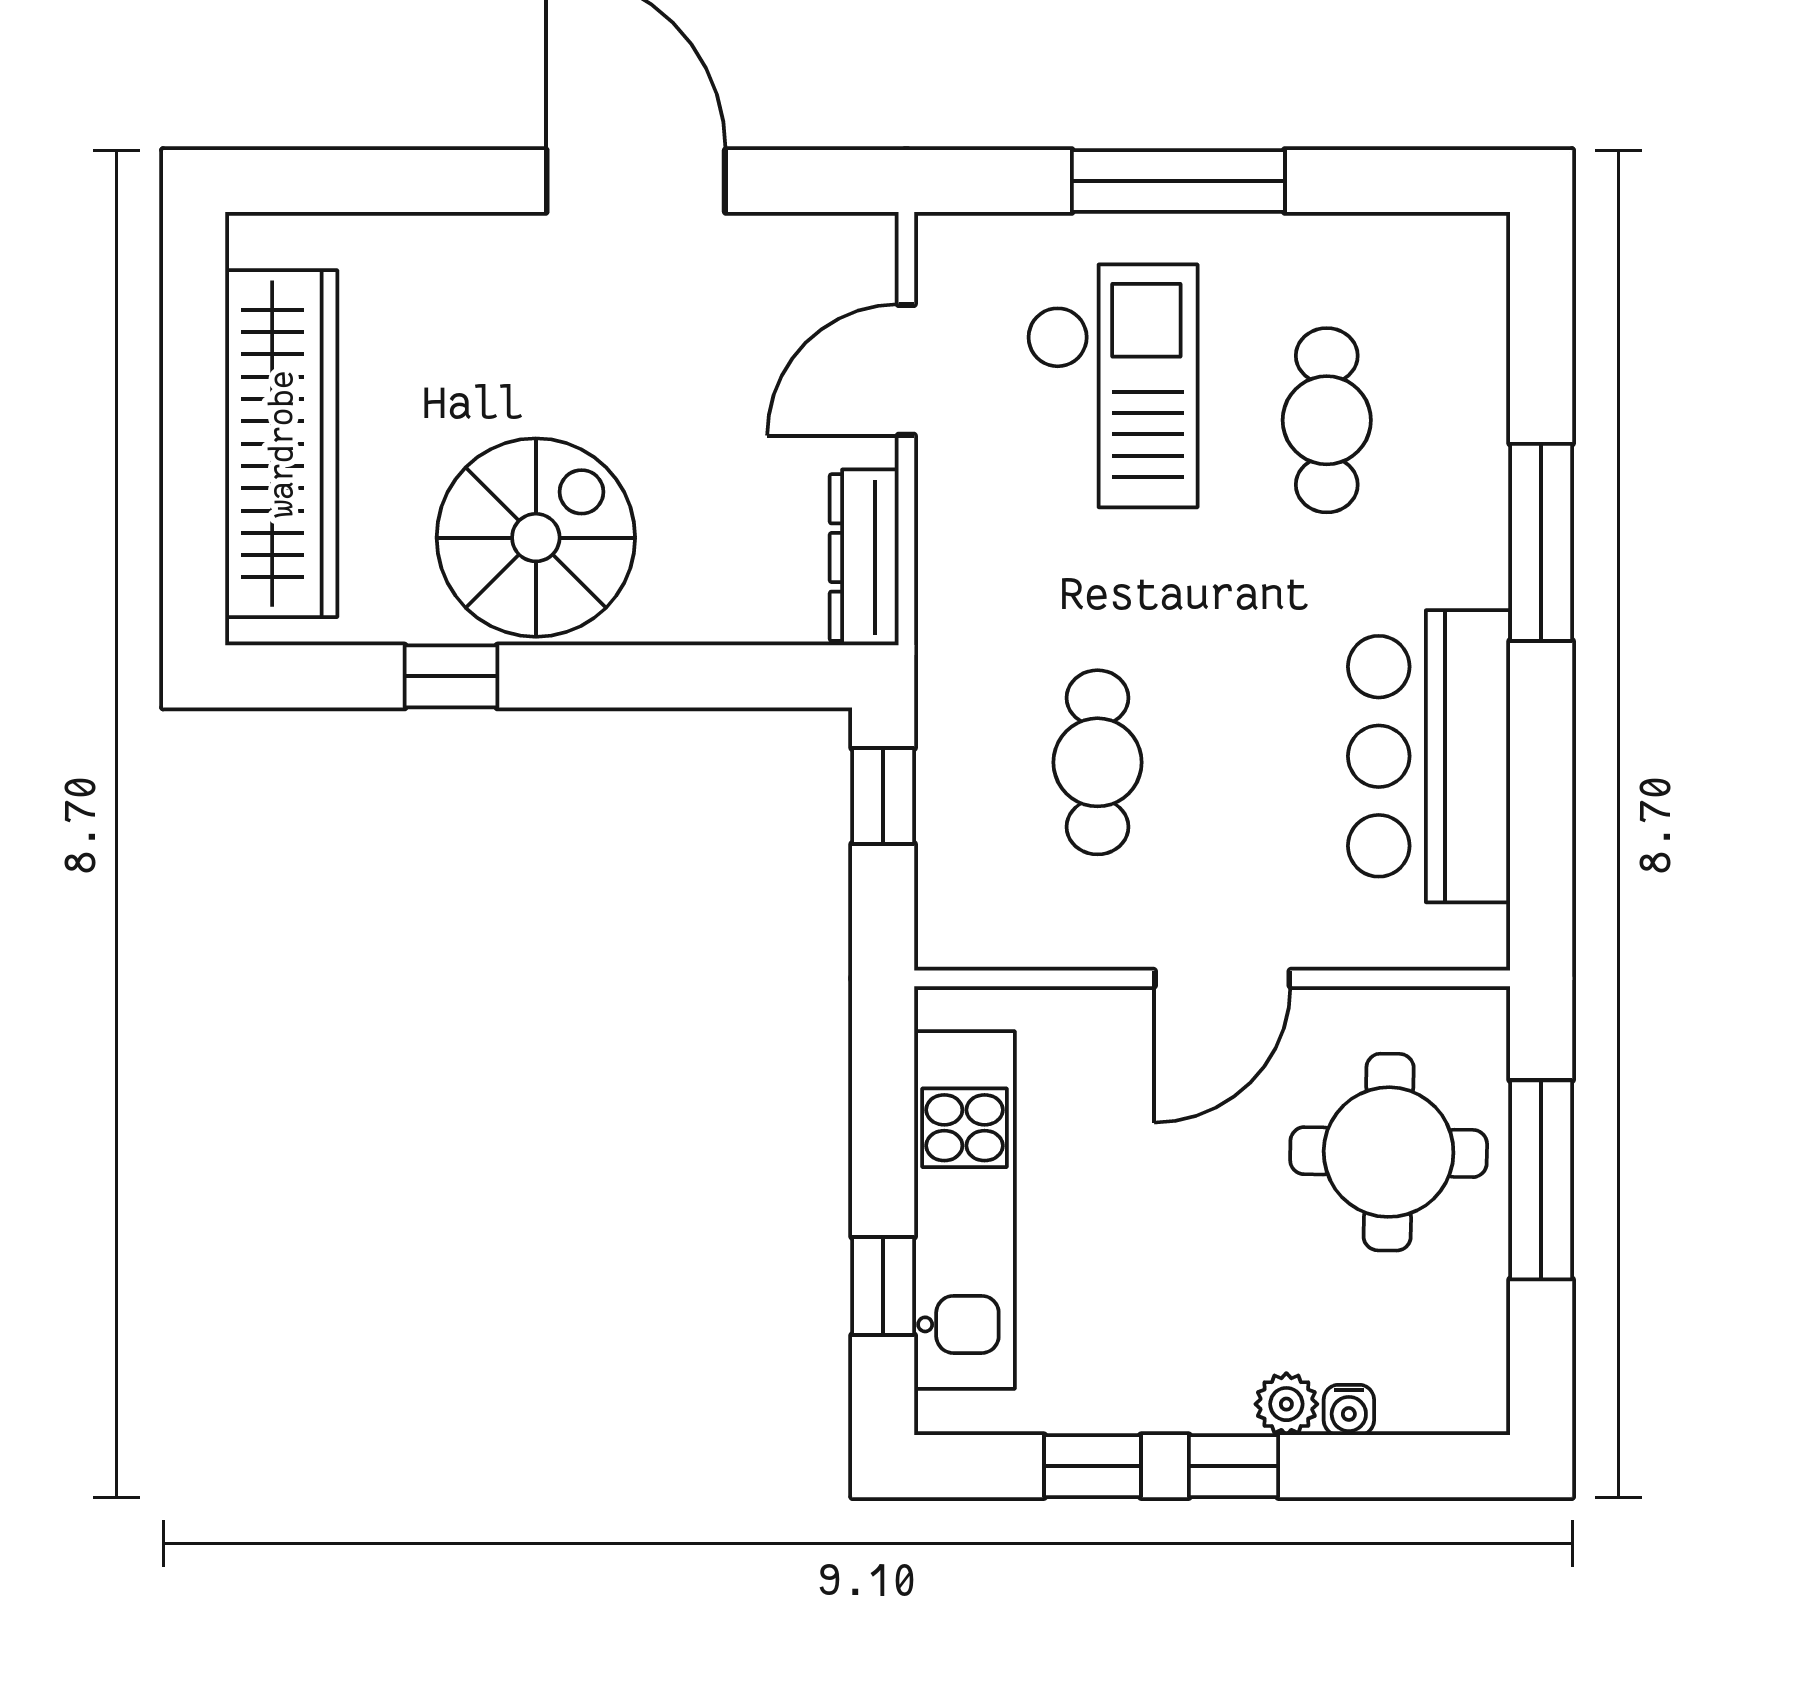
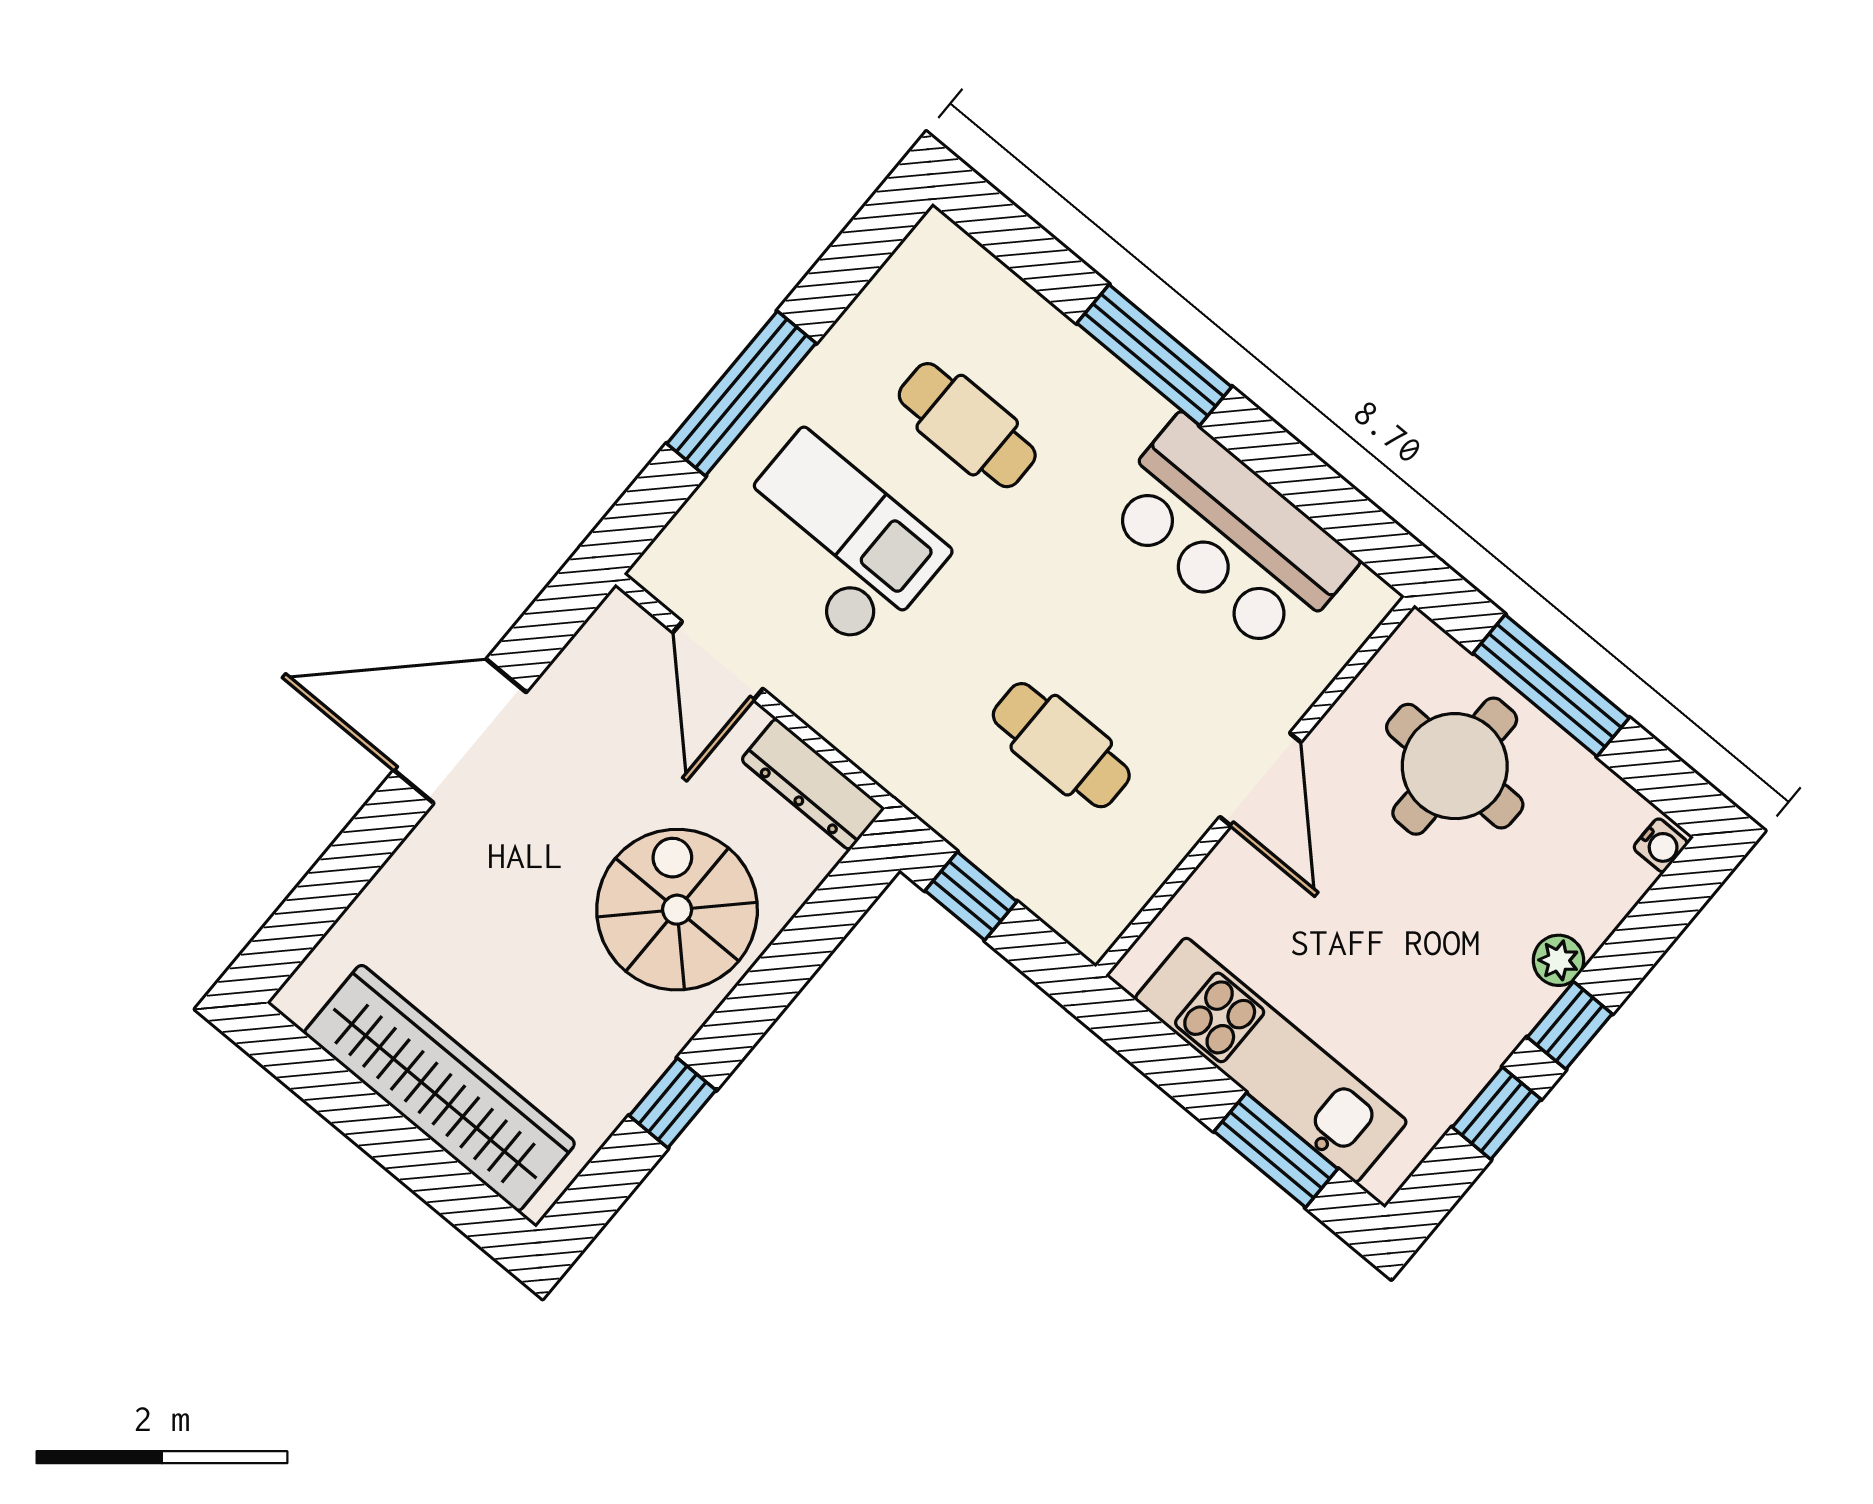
spiral stairs: (536, 538) -> (677, 910), moved
window: (883, 1286) -> (1276, 1150), width x1.50
water cooler: (1349, 1410) -> (1661, 845), moved

